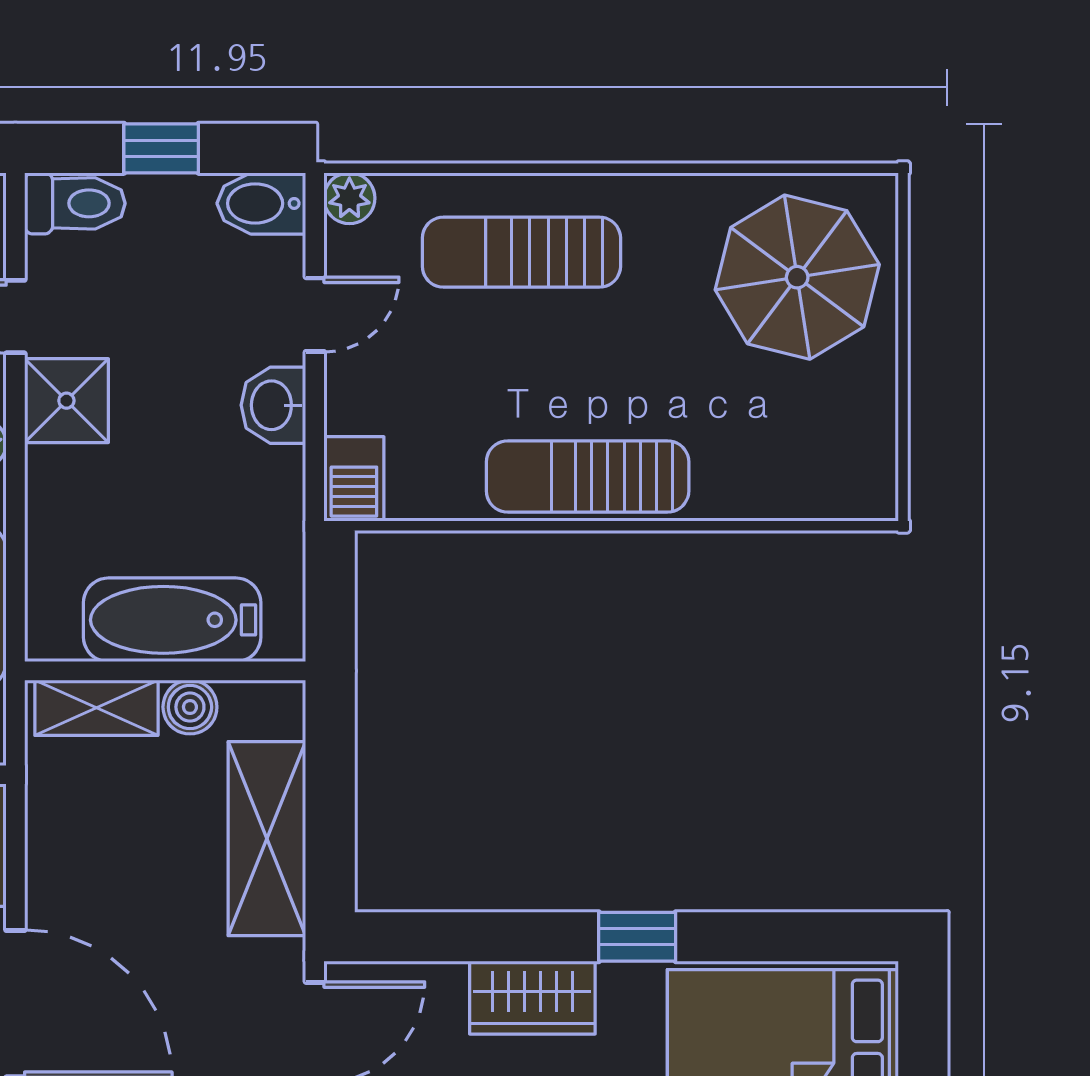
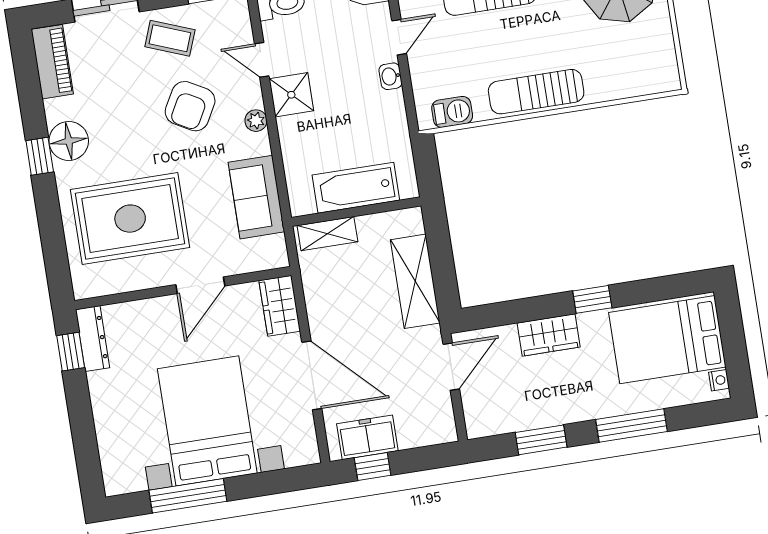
washbasin: (273, 405) -> (390, 76), width x0.72, depth x0.69
barbecue: (354, 479) -> (452, 112), moved, turned -90
boiler: (190, 707) -> (370, 226), removed

